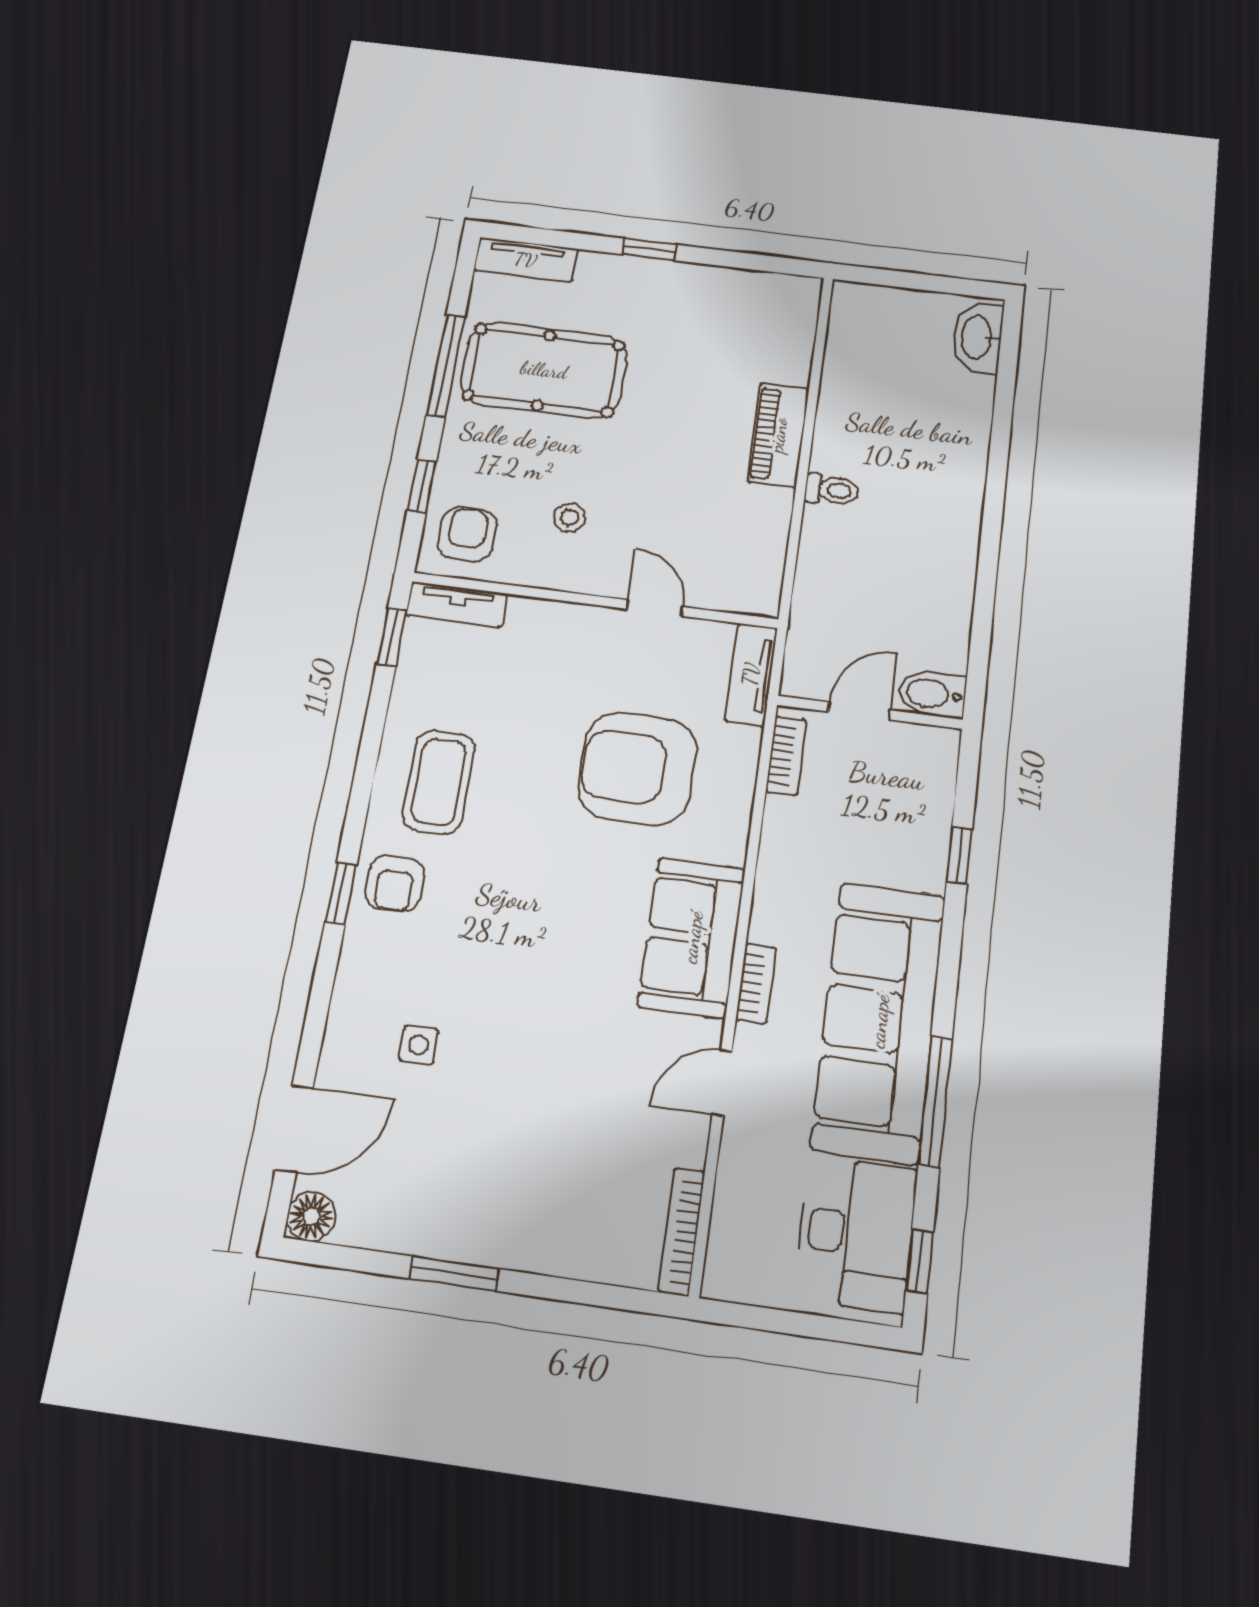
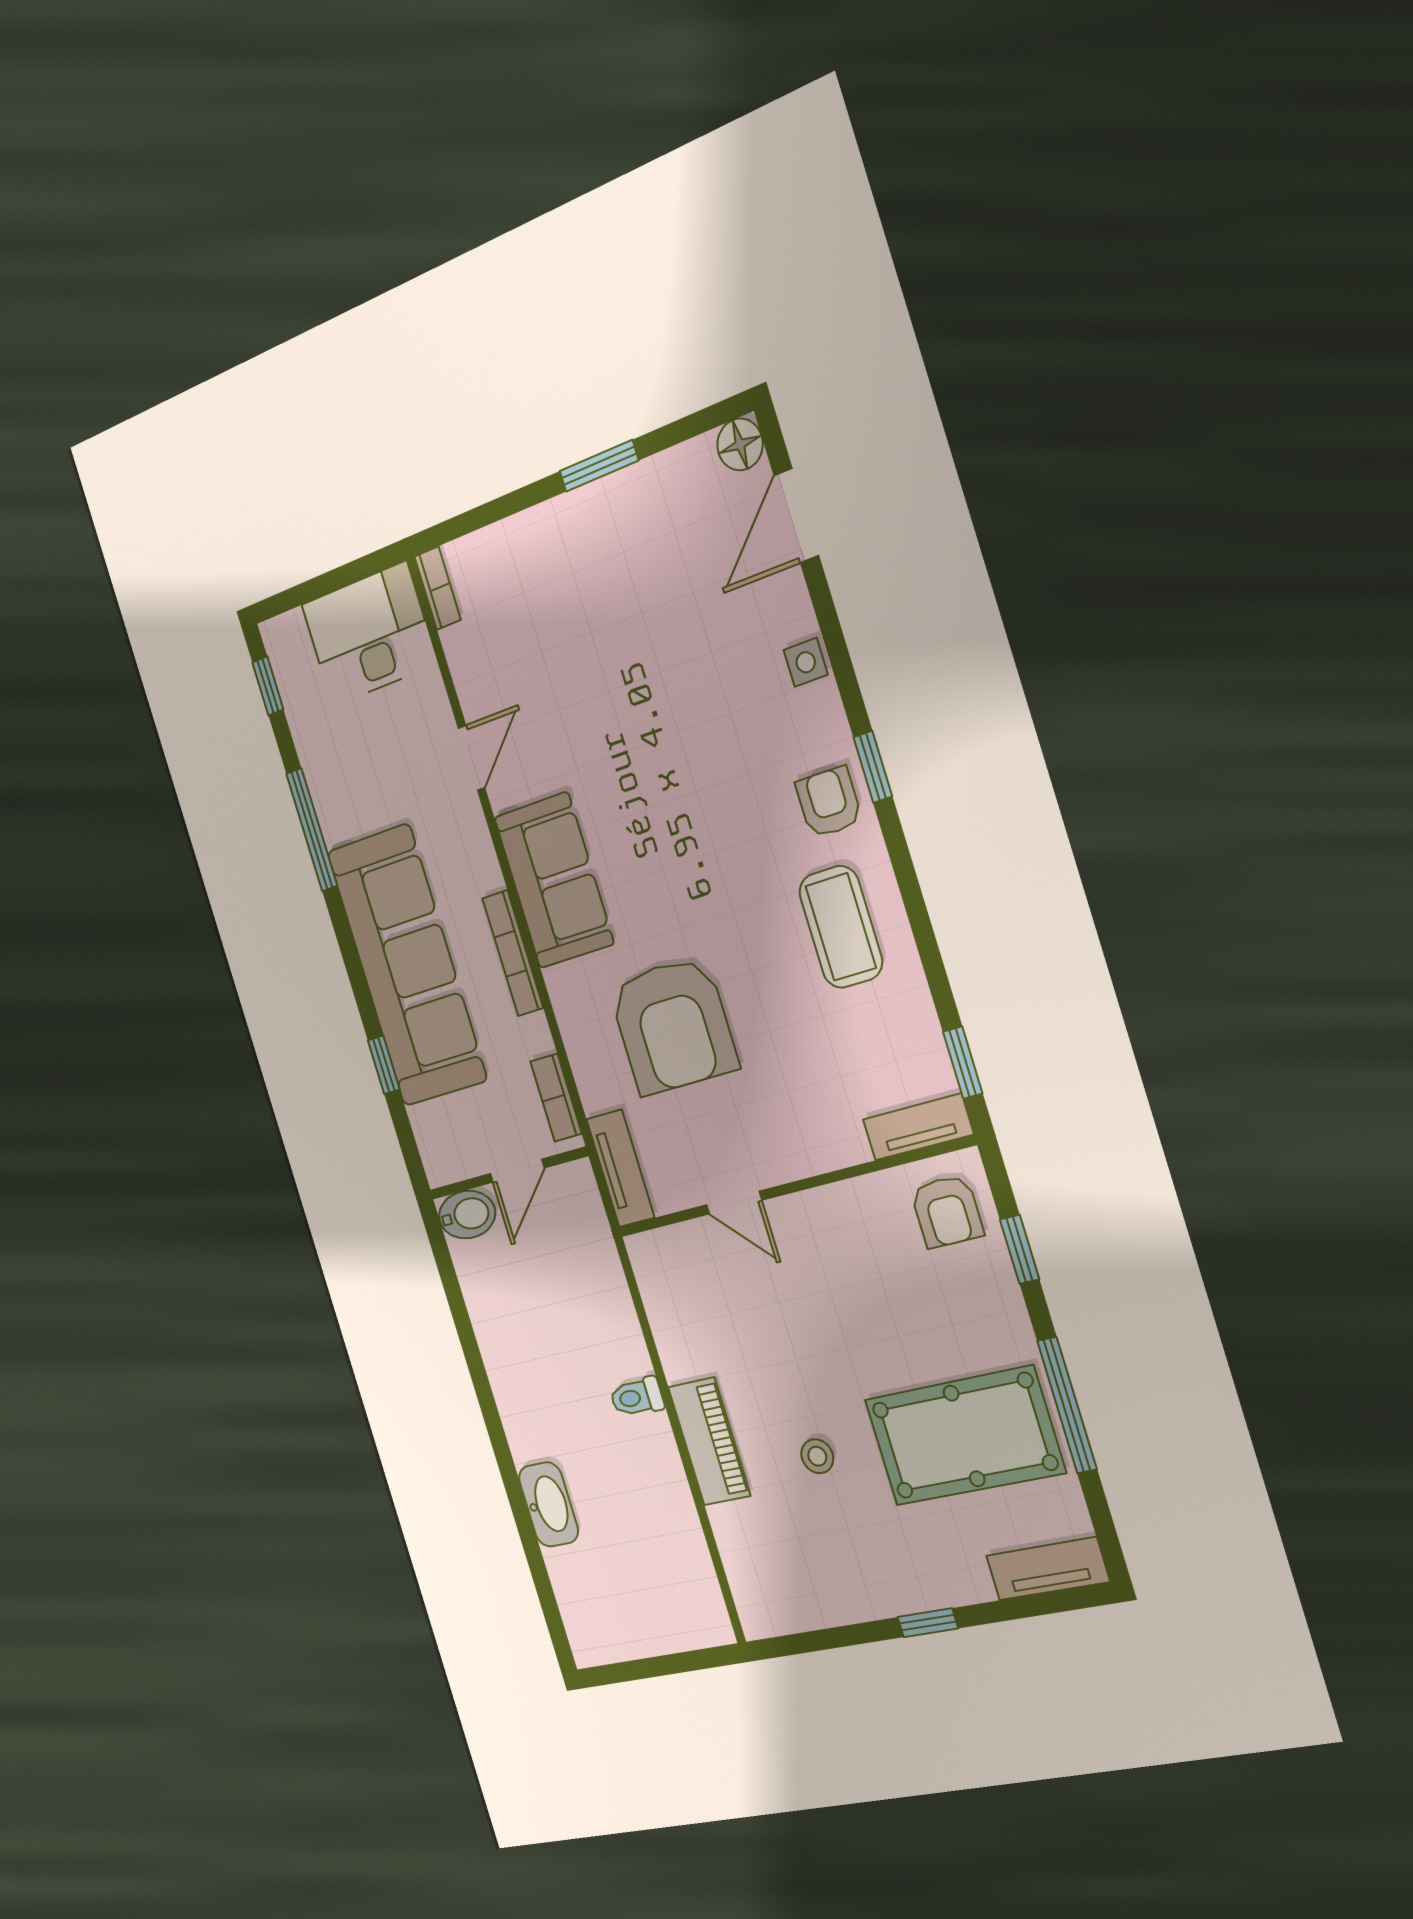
washbasin: (978, 337) -> (548, 1504), moved
stool: (569, 518) -> (817, 1456), moved
armchair: (637, 768) -> (673, 1026), turned 90
bookcase: (756, 983) -> (513, 953), moved, width x1.56
sofa: (879, 1021) -> (407, 966), moved
side table: (419, 1045) -> (806, 662), moved
bookcase: (682, 1232) -> (438, 588), width x0.64
desk: (856, 1234) -> (369, 634), moved, turned 90

